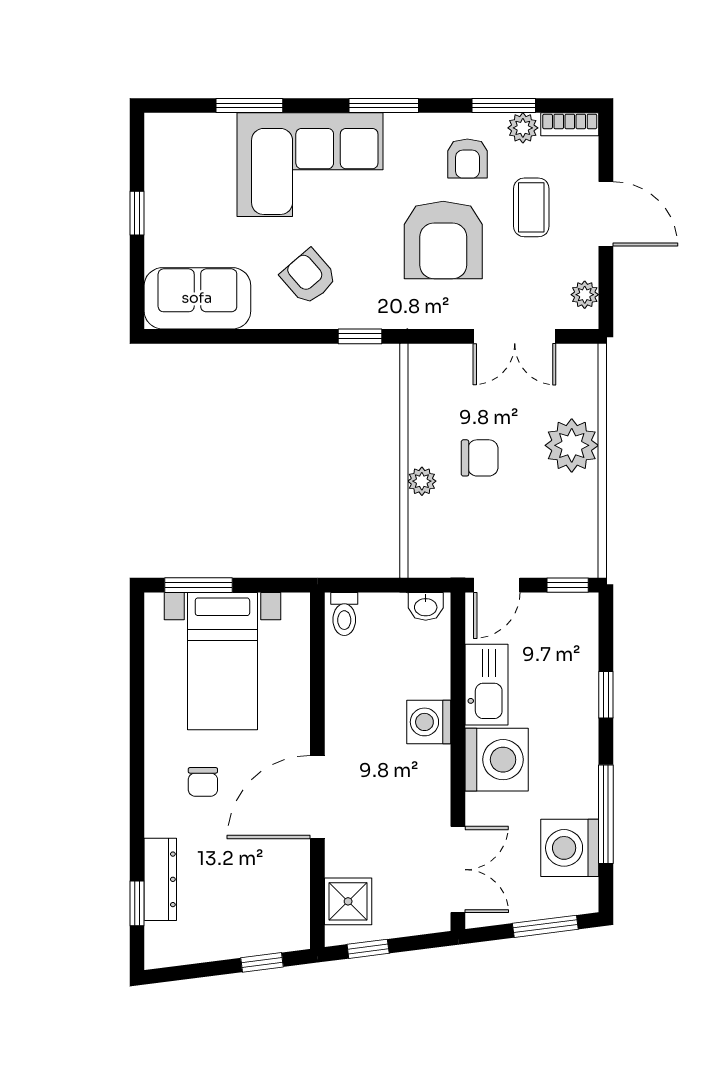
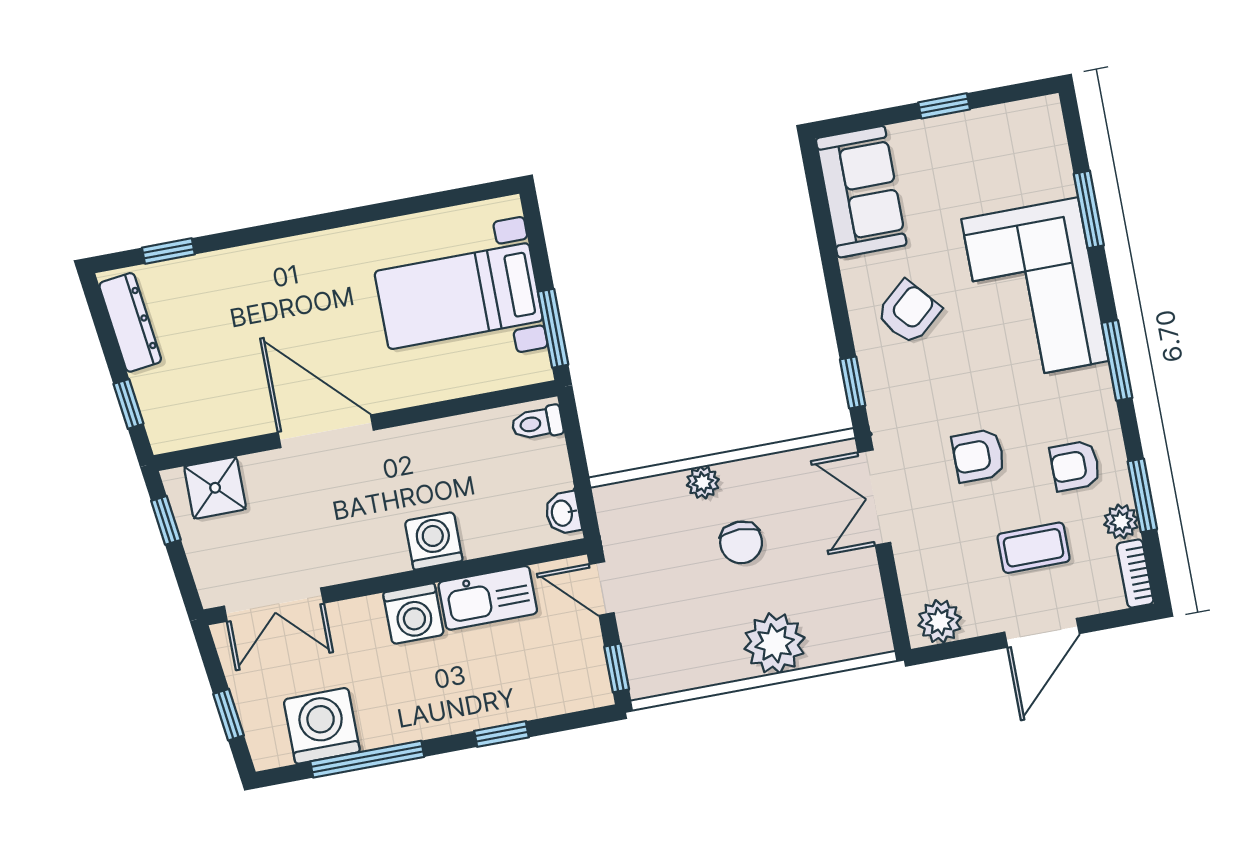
armchair: (443, 240) -> (978, 456), width x0.53, depth x0.53
plant: (585, 295) -> (940, 621), width x1.38, depth x1.38
double door: (515, 336) -> (874, 497), moved
window: (198, 585) -> (553, 328), moved
washing machine: (497, 760) -> (413, 614), width x0.73, depth x0.73
chair: (203, 782) -> (319, 300), removed
dresser: (160, 879) -> (130, 322), moved, turned -97
window: (545, 926) -> (229, 715), width x0.67

